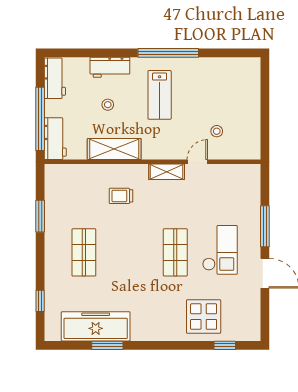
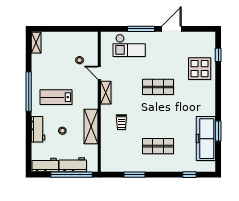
shelving: (244, 64) -> (36, 43), added
lab bench: (160, 95) -> (56, 97), turned 180
workbench: (55, 139) -> (73, 165), moved
checkout: (220, 250) -> (129, 45), moved, turned 180

